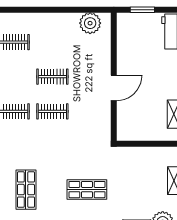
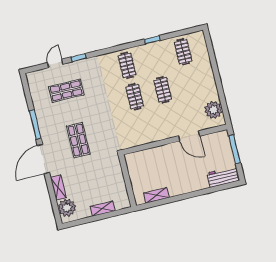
window: (142, 10) -> (235, 149), width x1.44
door: (114, 88) -> (189, 136), moved

